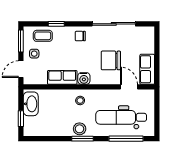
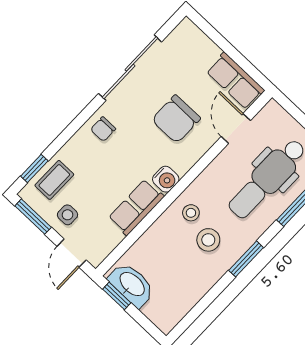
window: (56, 24) -> (34, 169), moved
door: (129, 87) -> (236, 128), hinge flipped
window: (21, 119) -> (117, 296), moved
stool: (80, 129) -> (208, 240), moved

